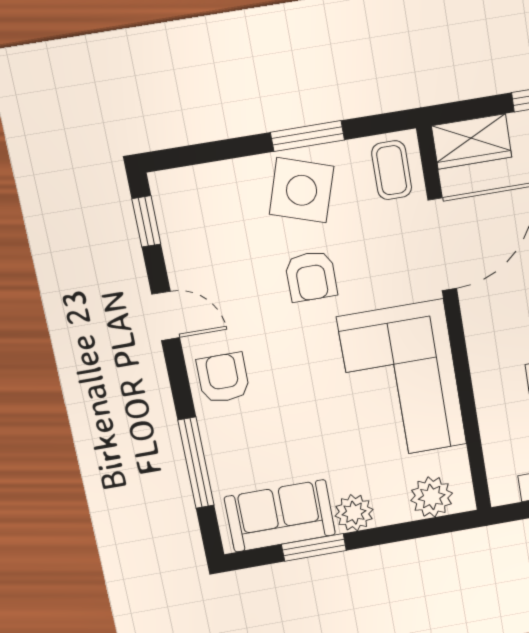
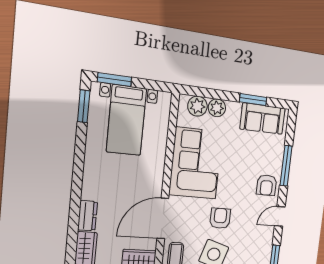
door: (166, 316) -> (280, 216), hinge flipped
window: (196, 463) -> (286, 166), moved
plant: (354, 513) -> (217, 108), moved

